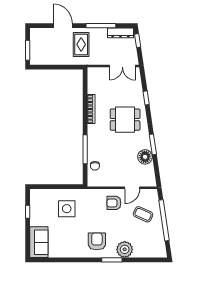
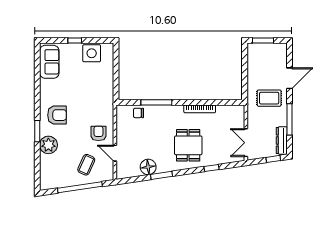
side table: (67, 209) -> (92, 53), moved
window: (28, 212) -> (75, 41), moved
sofa: (39, 242) -> (49, 62), moved, turned -90

